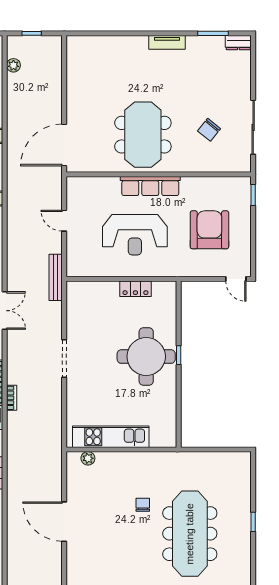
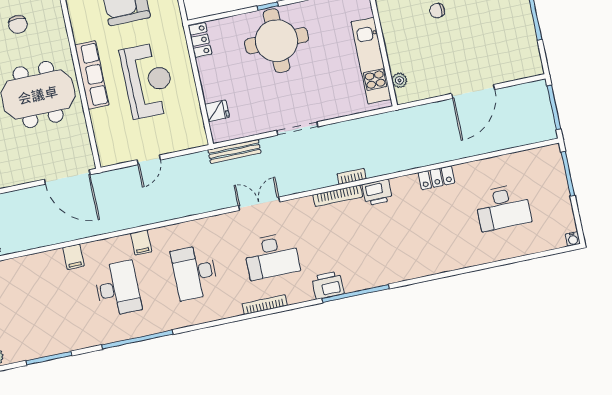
chair: (209, 130) -> (18, 24), turned 51
bench: (56, 277) -> (234, 151), moved
locker: (135, 289) -> (200, 40), moved
fridge: (95, 291) -> (217, 111), added

